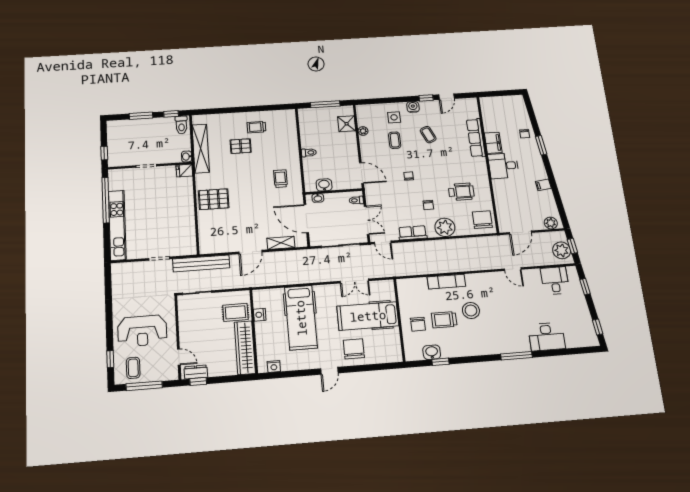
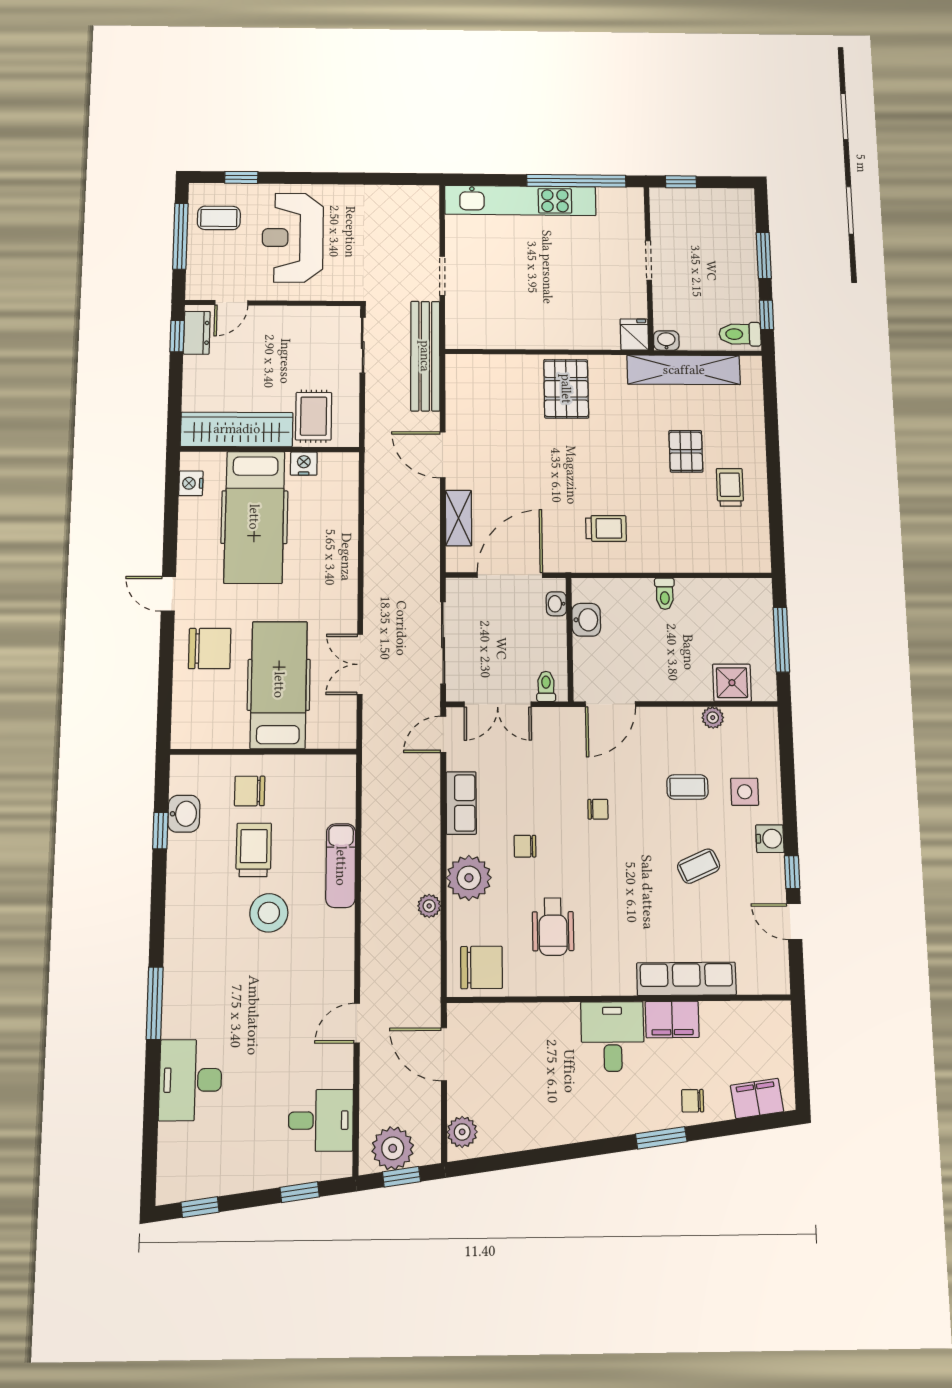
filing cabinet: (543, 185) -> (757, 1098), moved, width x2.00
plant: (459, 243) -> (429, 906), added
hospital bed: (301, 318) -> (254, 517), moved, turned -90

